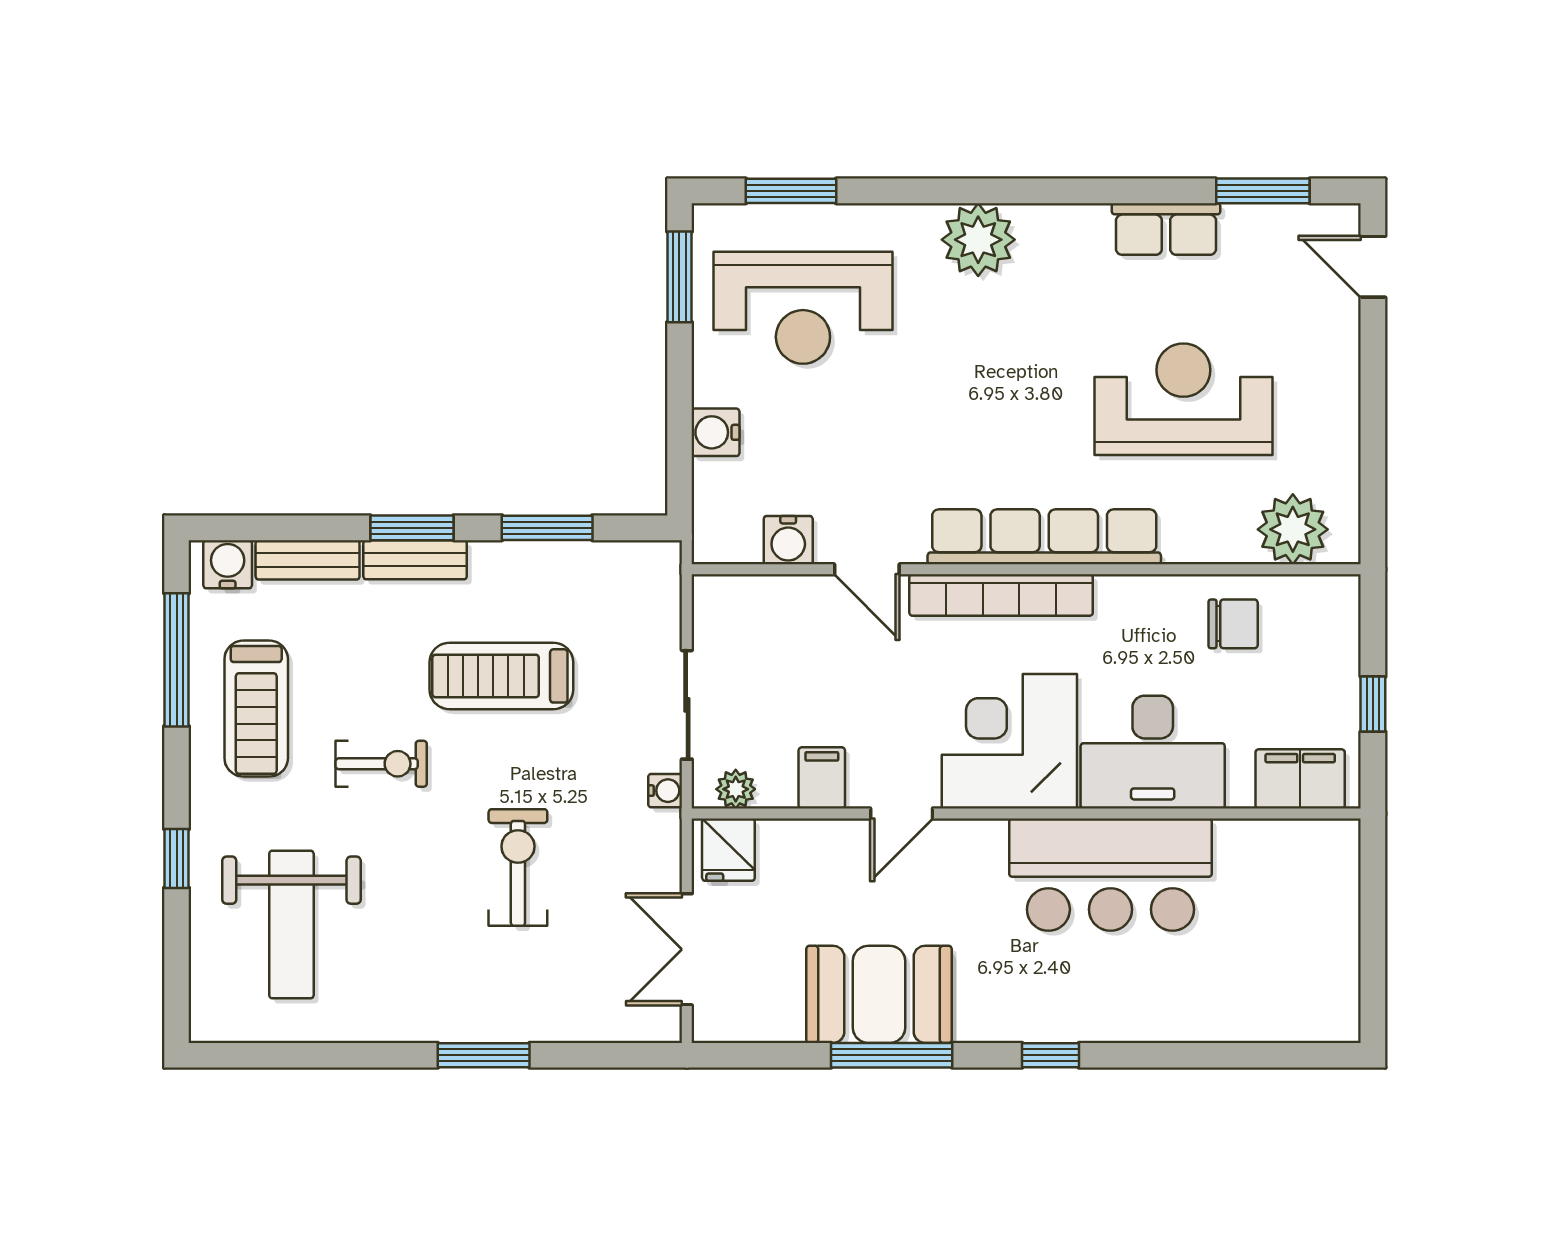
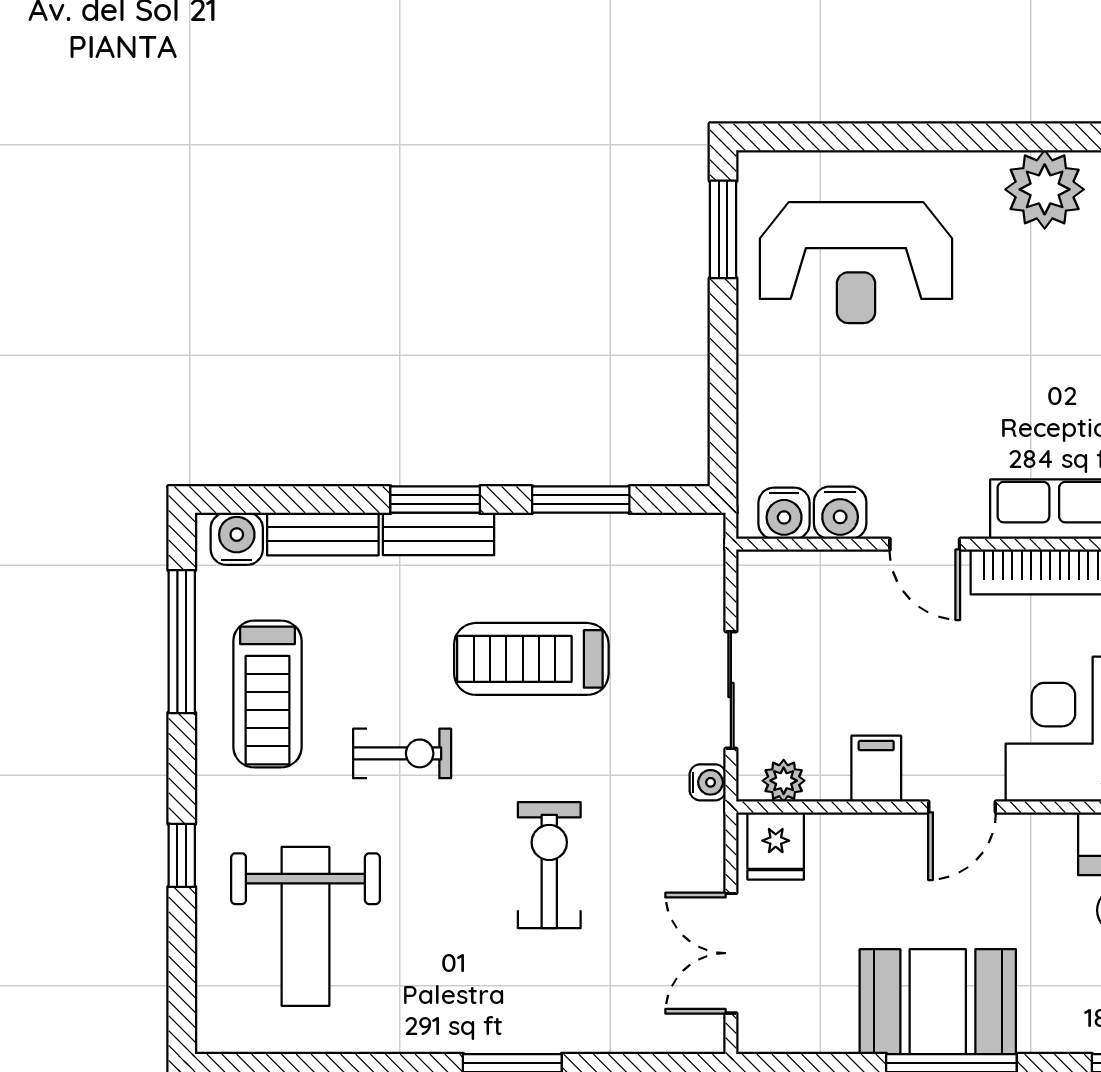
window: (791, 191) -> (843, 137), removed
water cooler: (716, 432) -> (784, 513), moved, turned -90

